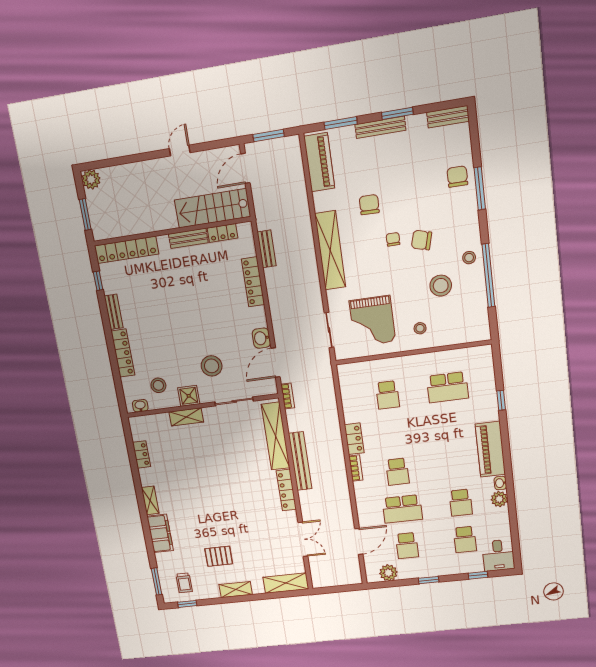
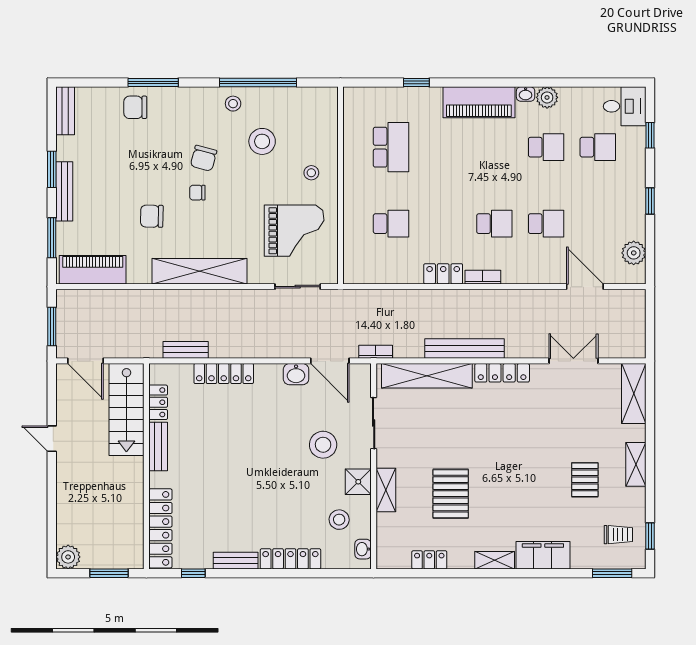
pallet: (192, 464) -> (451, 494), added
school desk: (402, 509) -> (546, 224), width x0.54
school desk: (407, 546) -> (598, 224), removed

